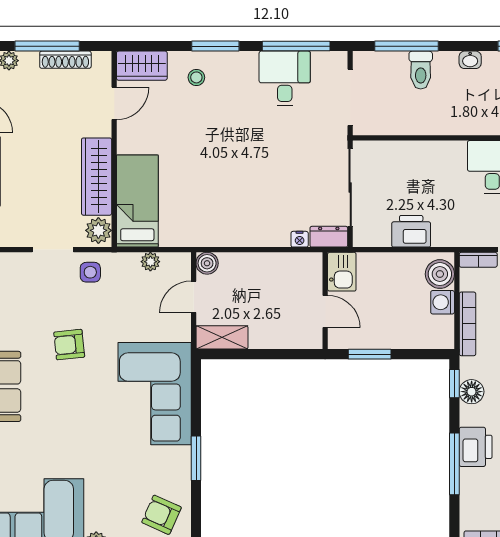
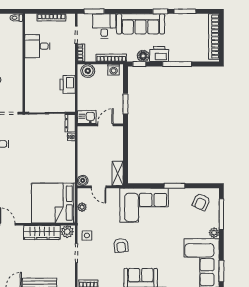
bed: (137, 201) -> (53, 203), width x2.04
washing machine: (443, 302) -> (114, 70), moved
printer: (476, 447) -> (159, 54), moved

